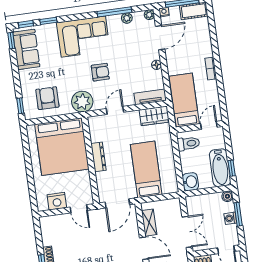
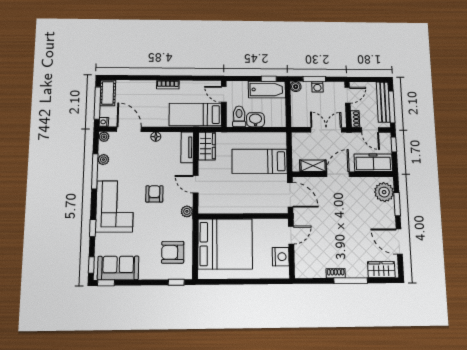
window: (48, 21) -> (93, 228), moved
plant: (82, 102) -> (187, 211), width x0.53, depth x0.53
dresser: (98, 157) -> (241, 208), removed
washbasin: (190, 182) -> (255, 120), moved

